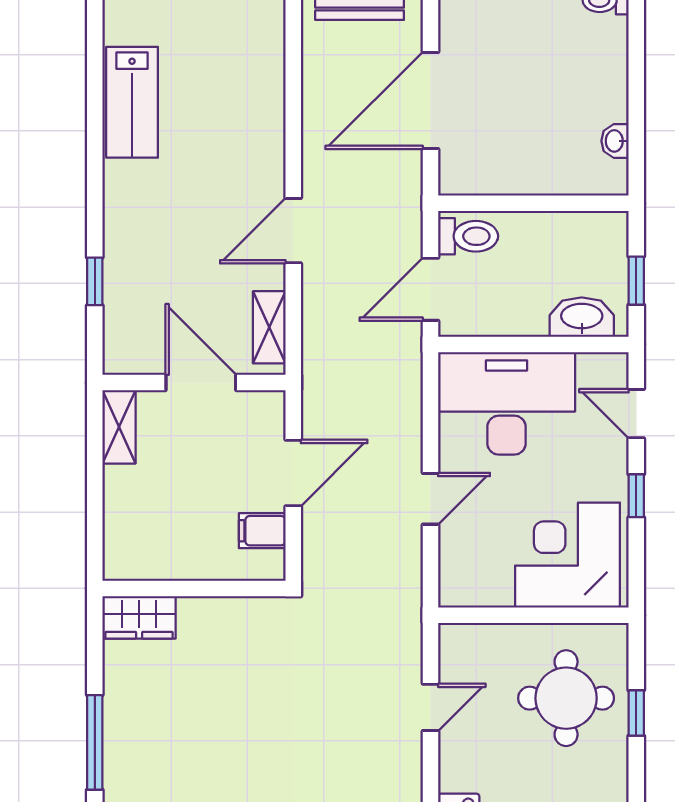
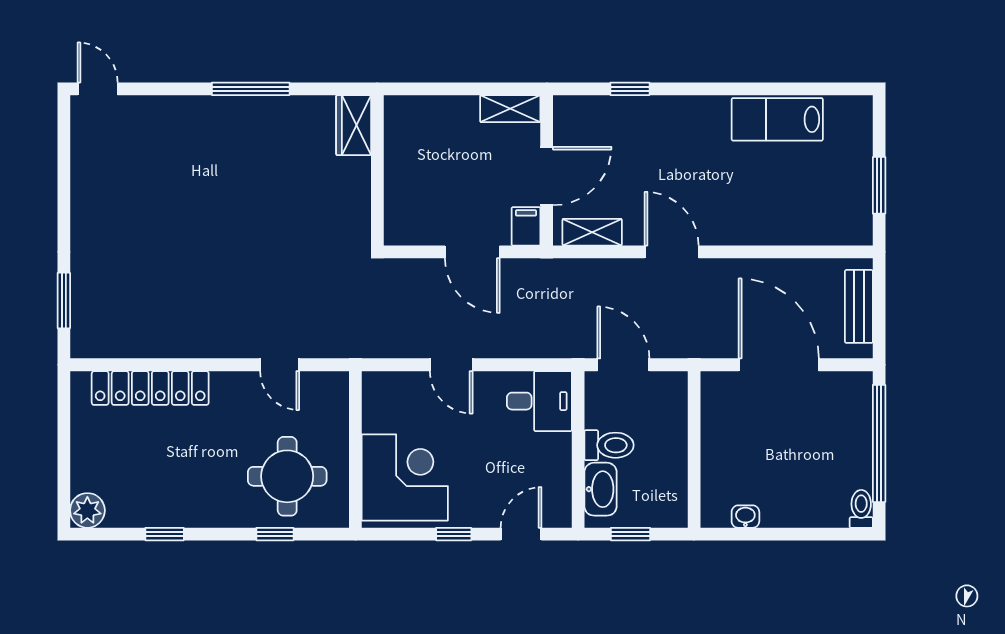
toilet: (468, 236) -> (609, 445), moved, turned -90
desk: (507, 403) -> (539, 401), width x0.53, depth x0.77
filing cabinet: (262, 531) -> (526, 226), moved

